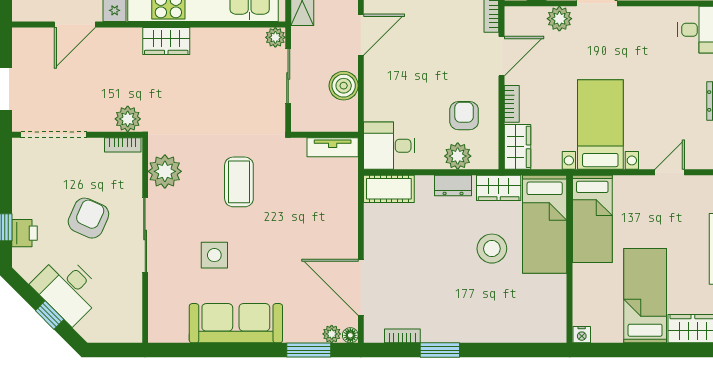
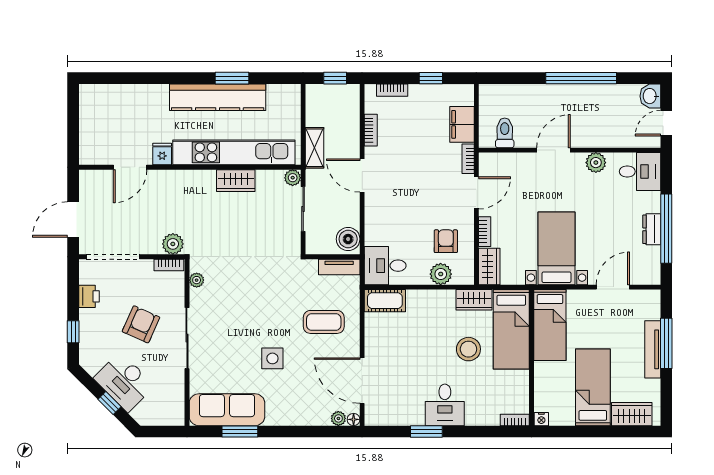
plant: (559, 19) -> (596, 163), moved
door: (361, 35) -> (362, 176), swing flipped
wardrobe: (166, 41) -> (236, 181), moved
boiler: (344, 86) -> (348, 239), moved
plant: (165, 171) -> (197, 280), width x0.53, depth x0.53
door: (670, 172) -> (613, 287), width x1.38
coffee table: (239, 182) -> (324, 322), moved, turned 90
dresser: (453, 185) -> (437, 298), removed
printer: (24, 233) -> (89, 296), moved
side table: (214, 255) -> (272, 358), moved
desk: (463, 317) -> (445, 405), added
sofa: (236, 323) -> (227, 410), moved
bookcase: (402, 336) -> (515, 420), moved
window: (309, 350) -> (240, 431), moved

